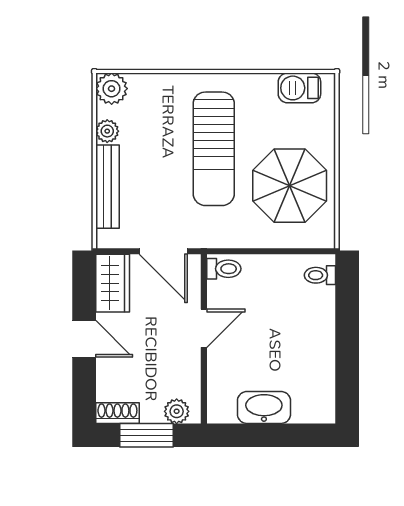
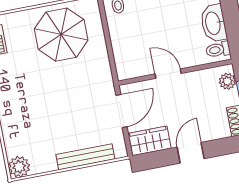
plant: (107, 131) -> (48, 164), removed
sun lounger: (214, 149) -> (46, 90), removed
toilet: (224, 269) -> (218, 50), moved, turned -90

